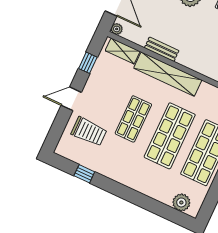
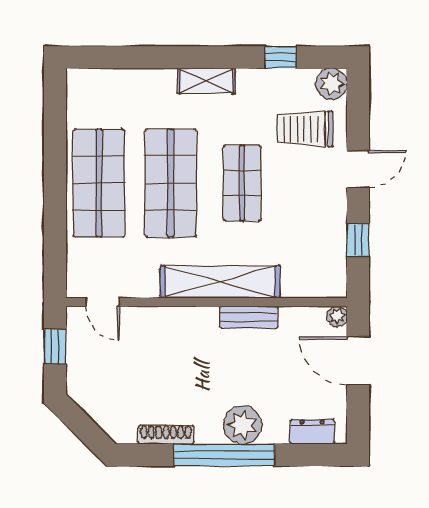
shelving: (123, 51) -> (207, 81), moved
plant: (181, 202) -> (331, 84), moved

